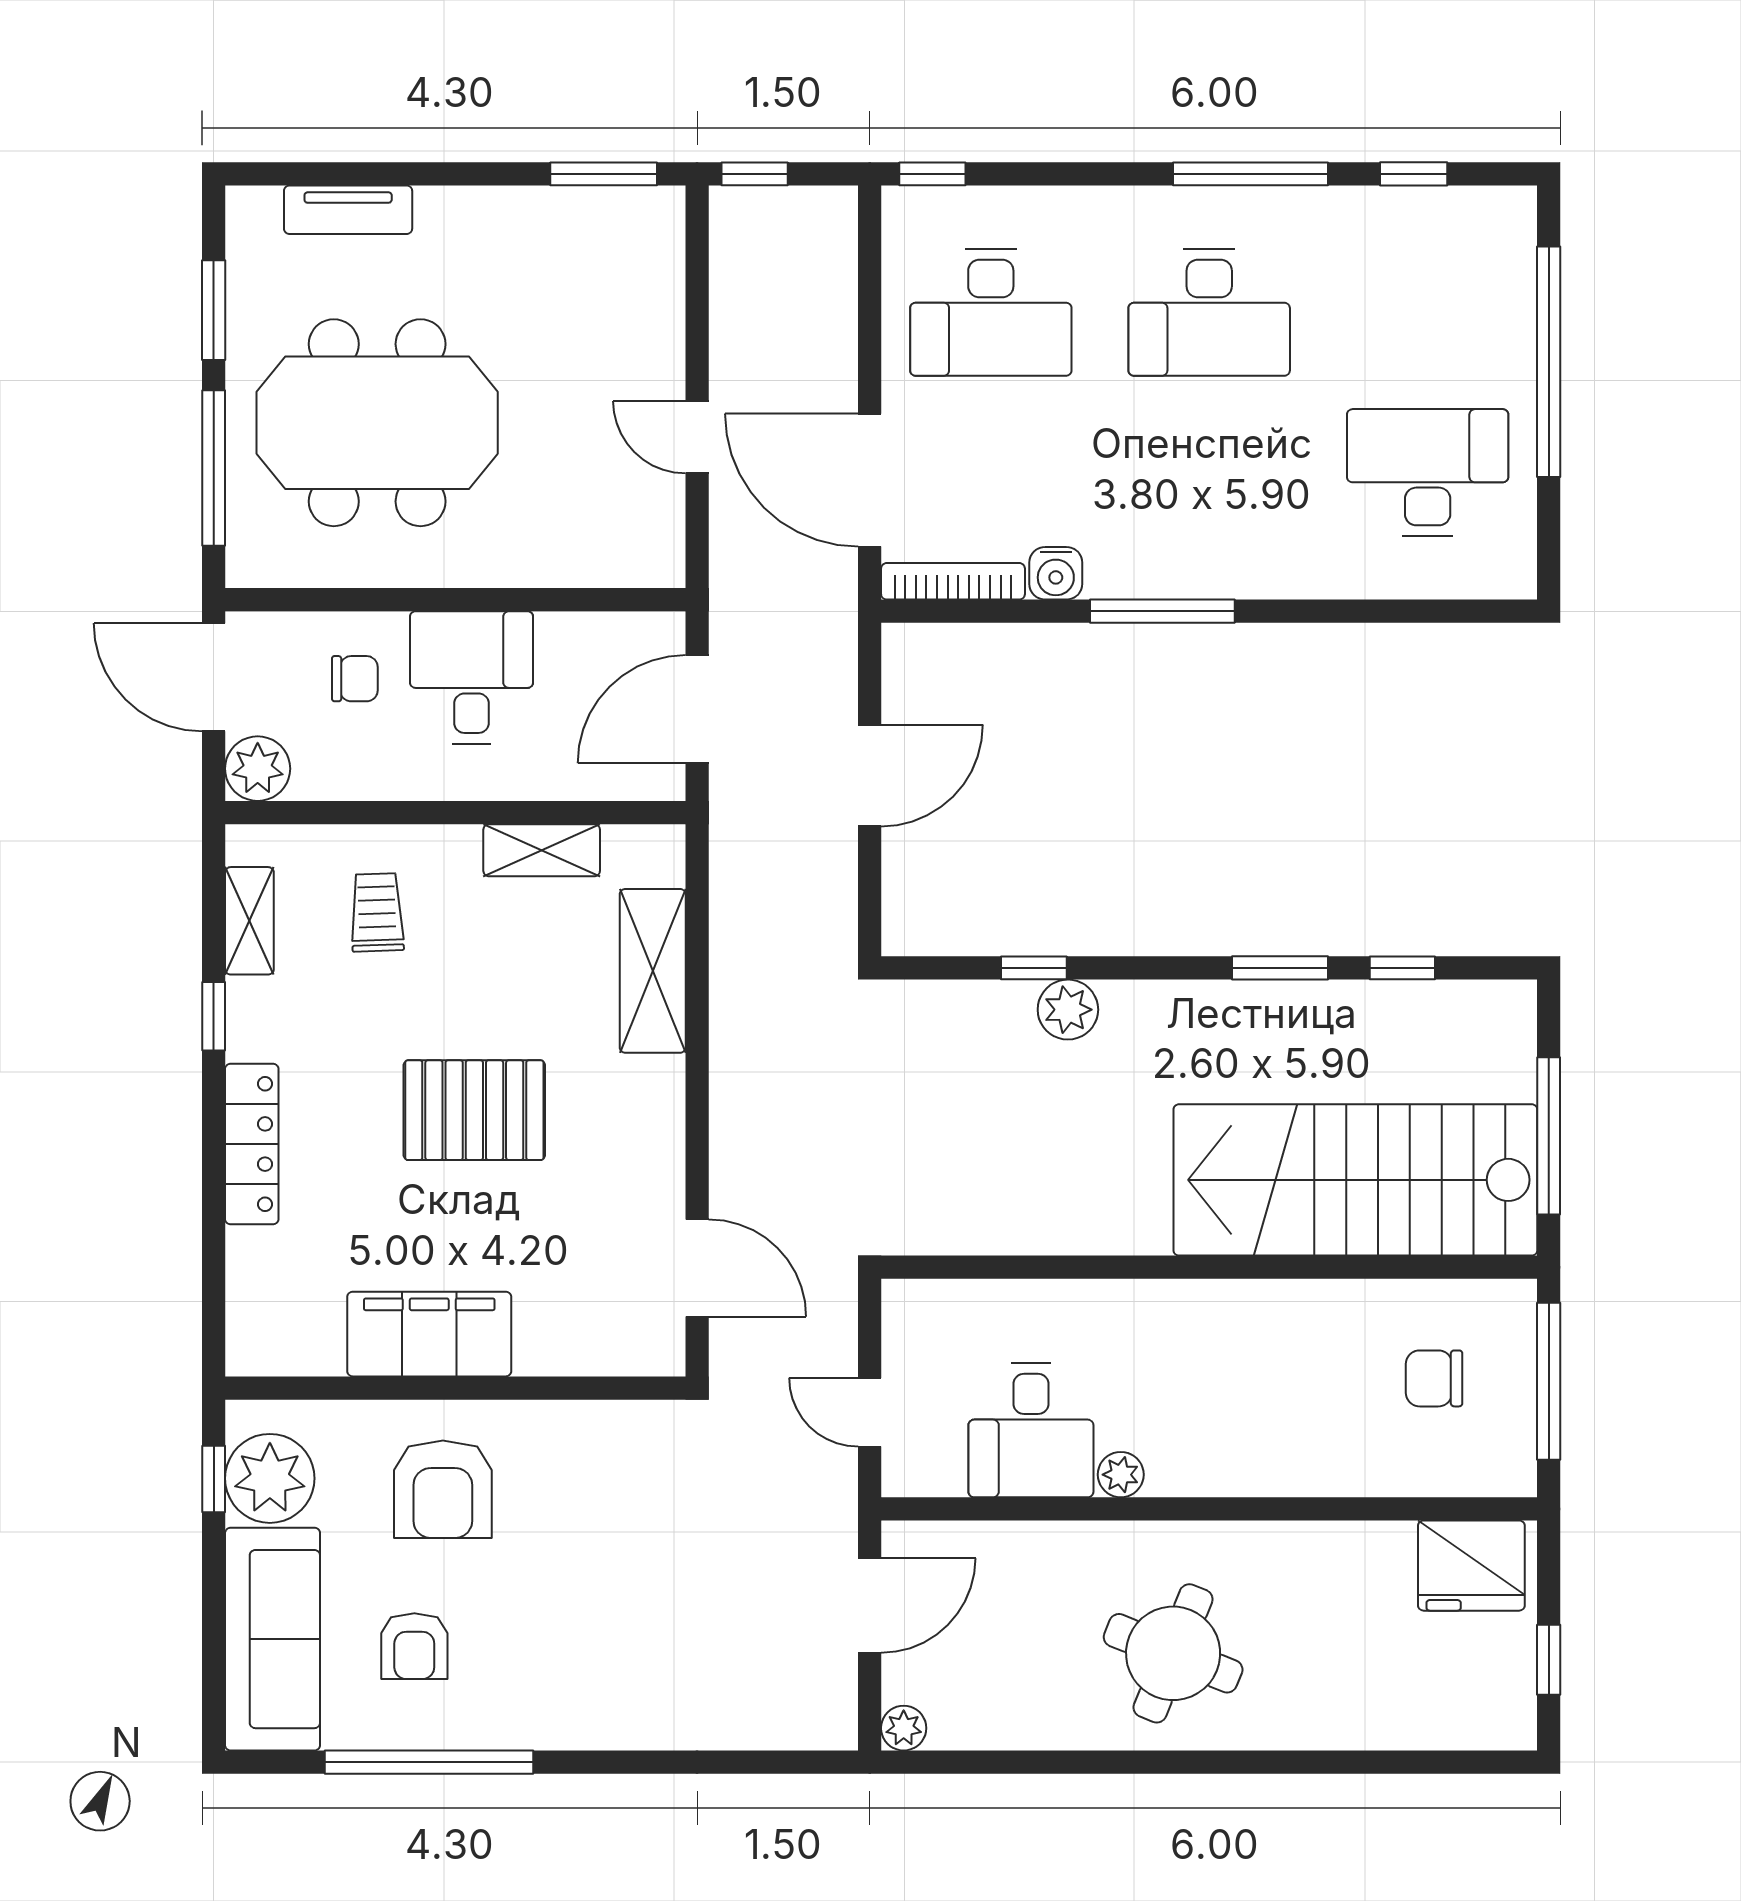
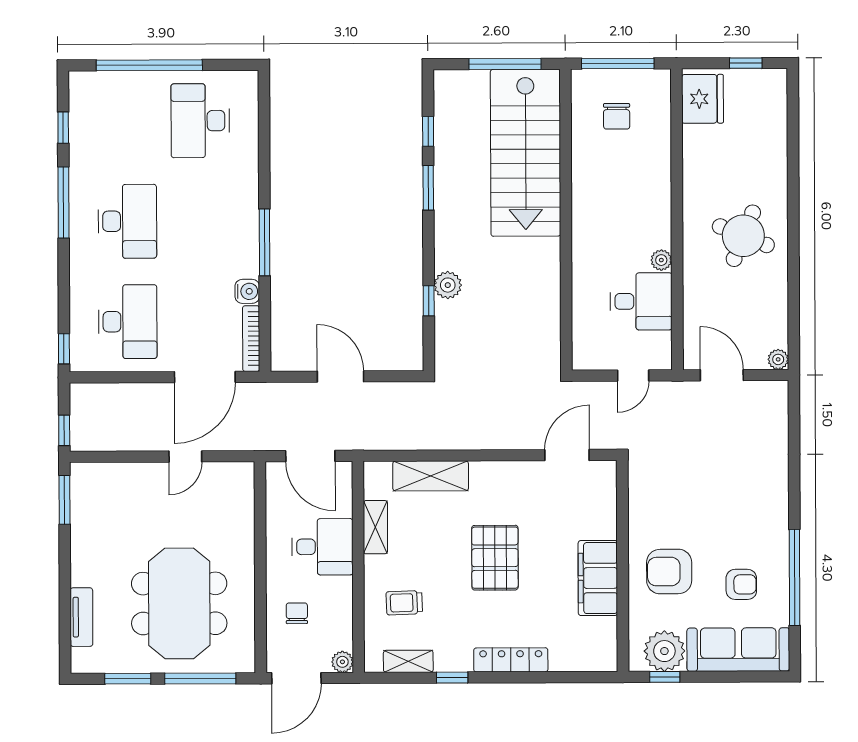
desk: (471, 677) -> (322, 547), moved, turned 180
plant: (258, 769) -> (342, 662), width x0.73, depth x0.73
armchair: (443, 1489) -> (669, 572), turned 180

